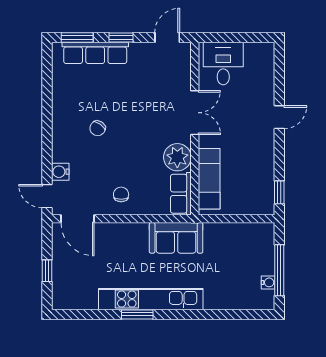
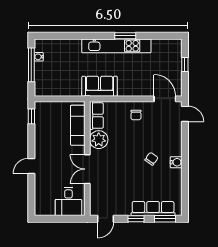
water cooler: (60, 172) -> (176, 162), moved

